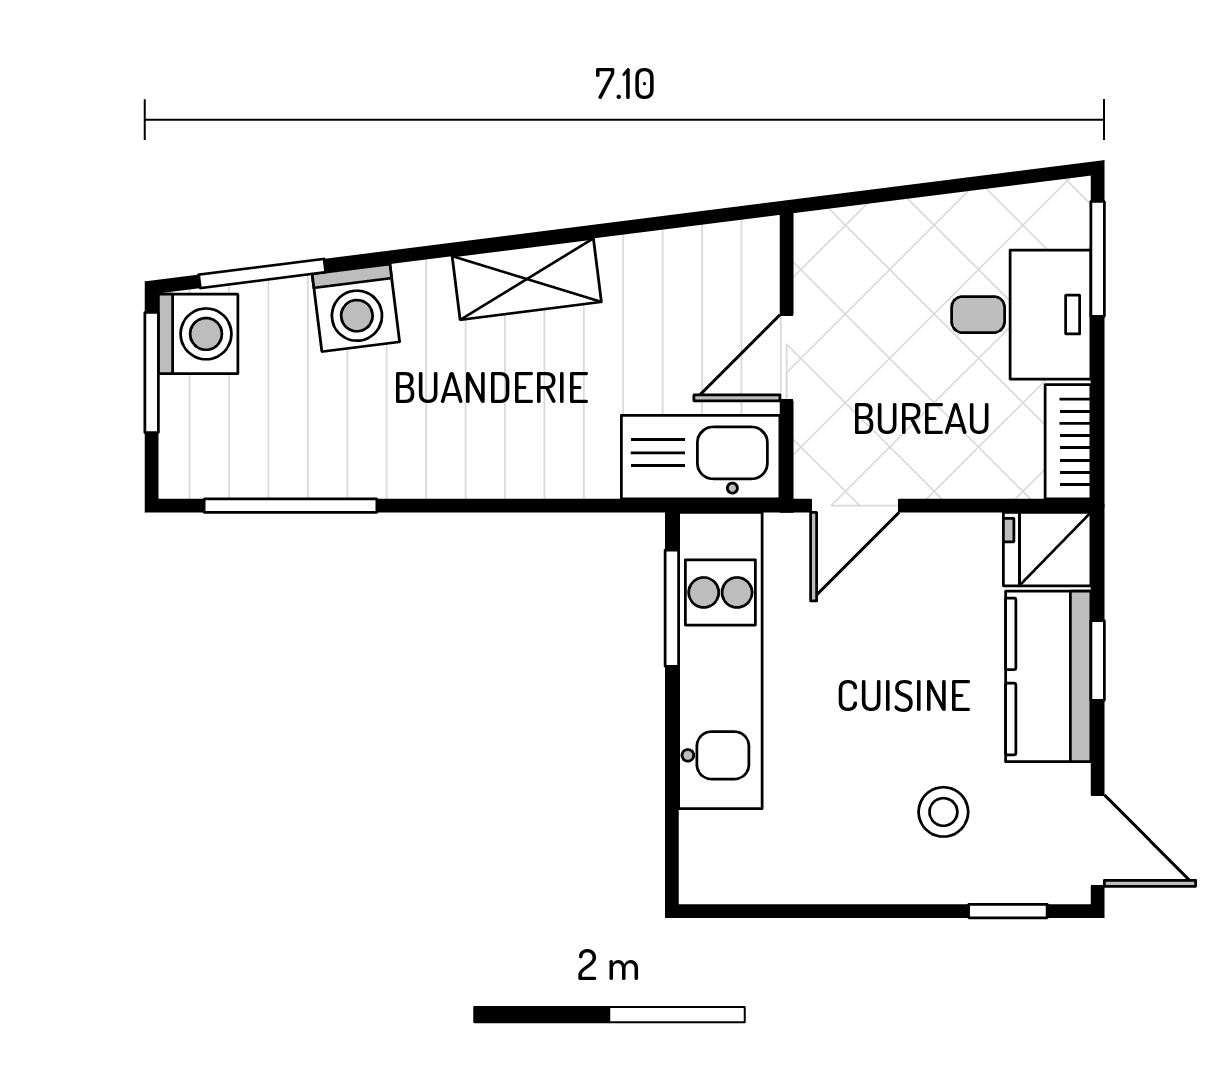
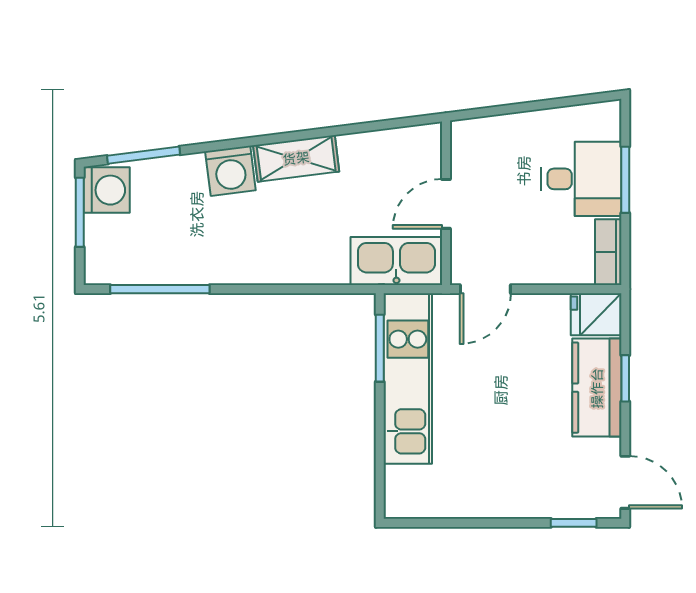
window: (1098, 259) -> (625, 180), moved
washing machine: (356, 308) -> (230, 171), moved
stool: (943, 812) -> (536, 466), removed

